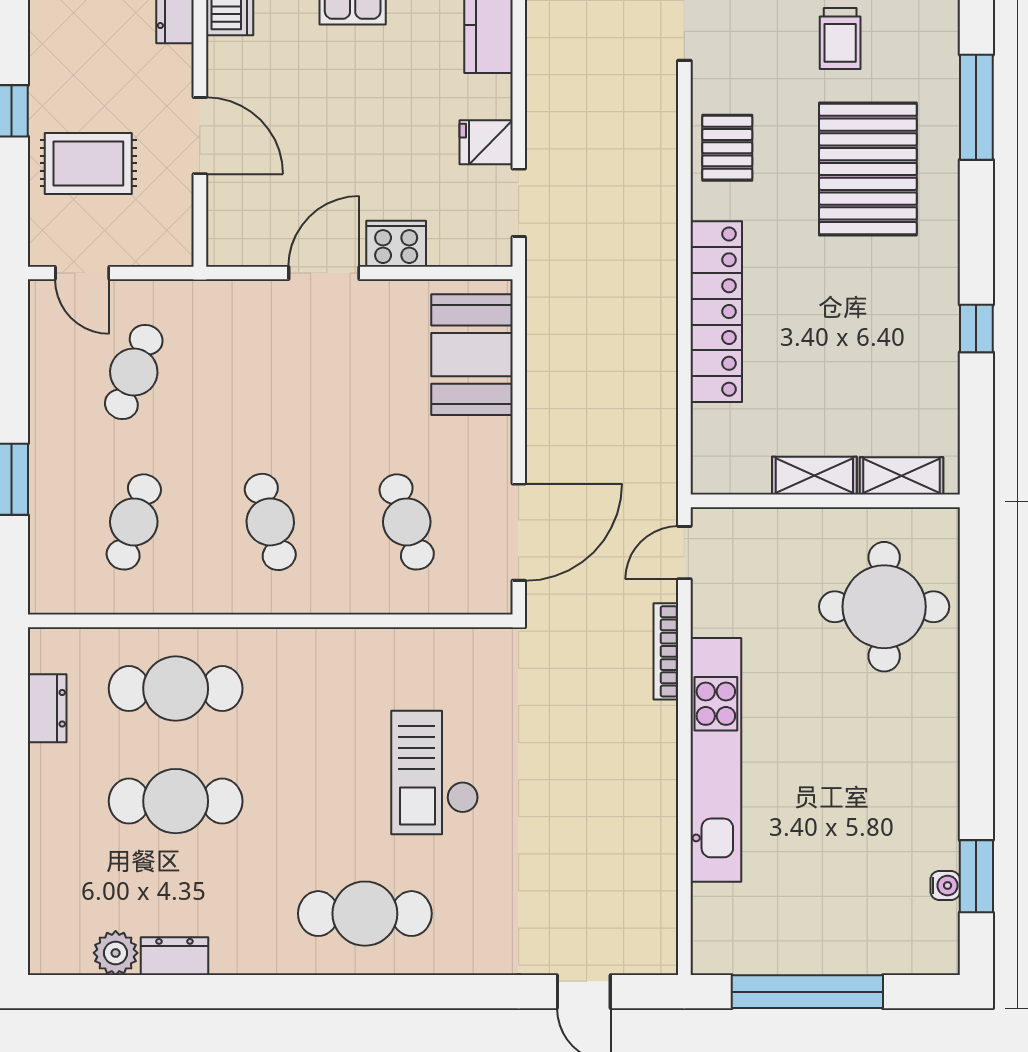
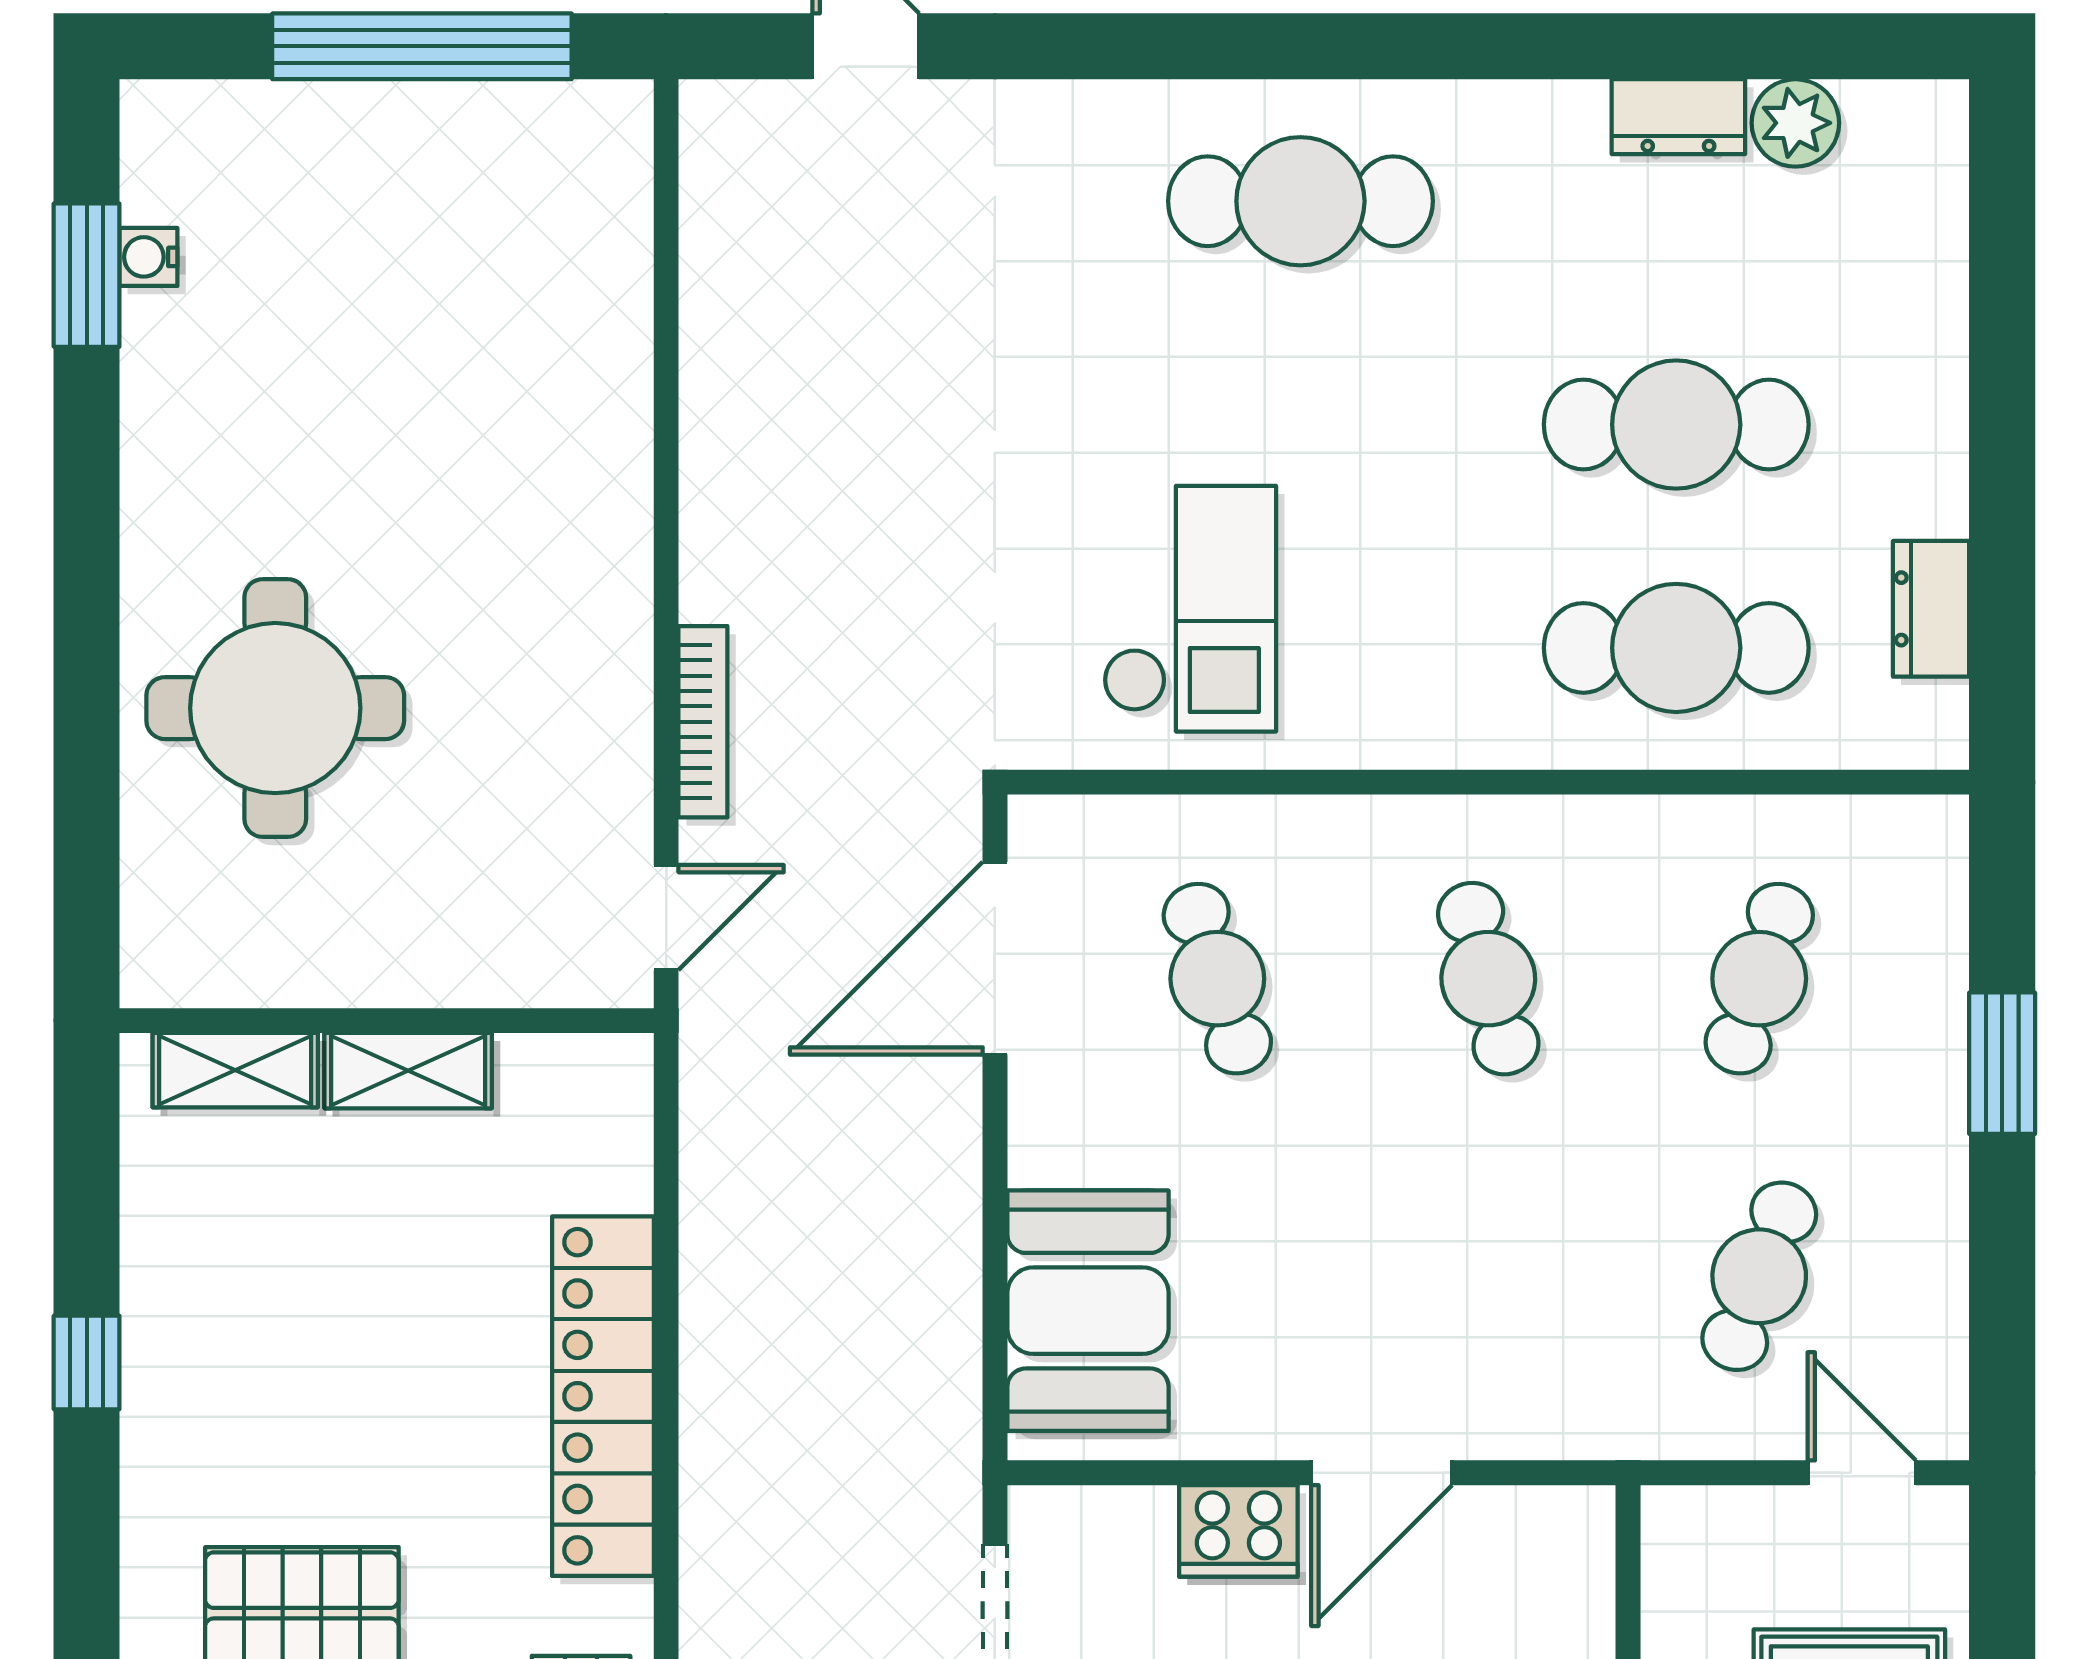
round table: (884, 607) -> (275, 708), moved
kitchen unit: (716, 760) -> (604, 506), removed
checkout: (435, 773) -> (1190, 609), moved

